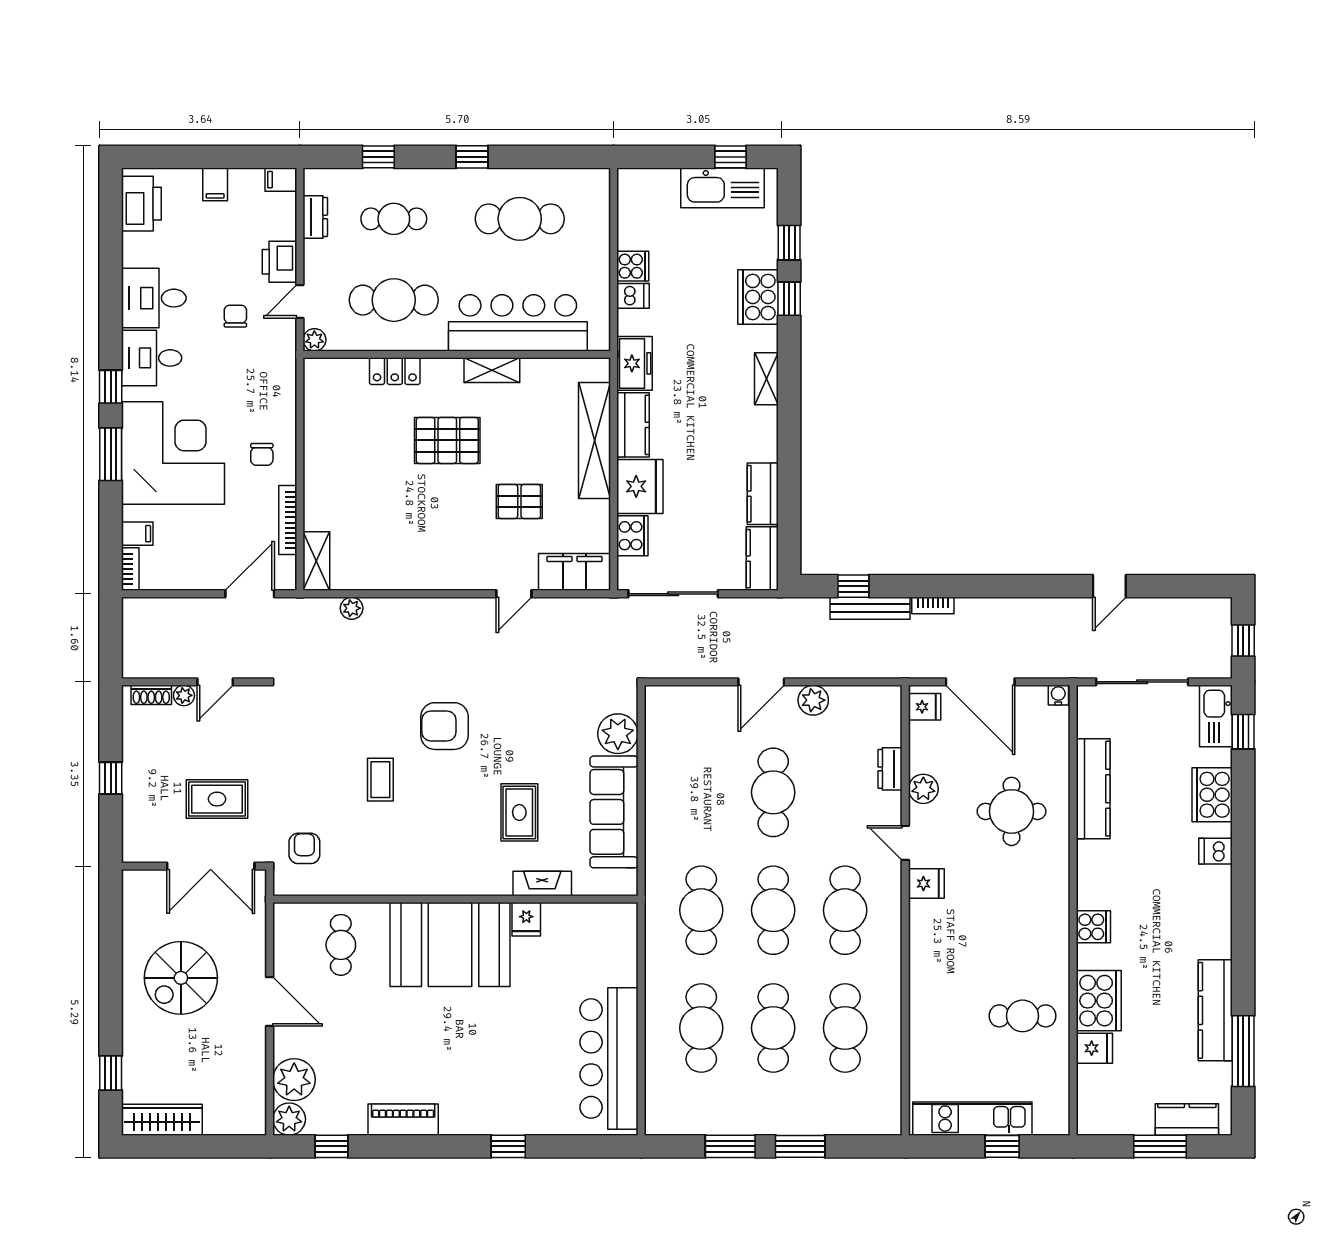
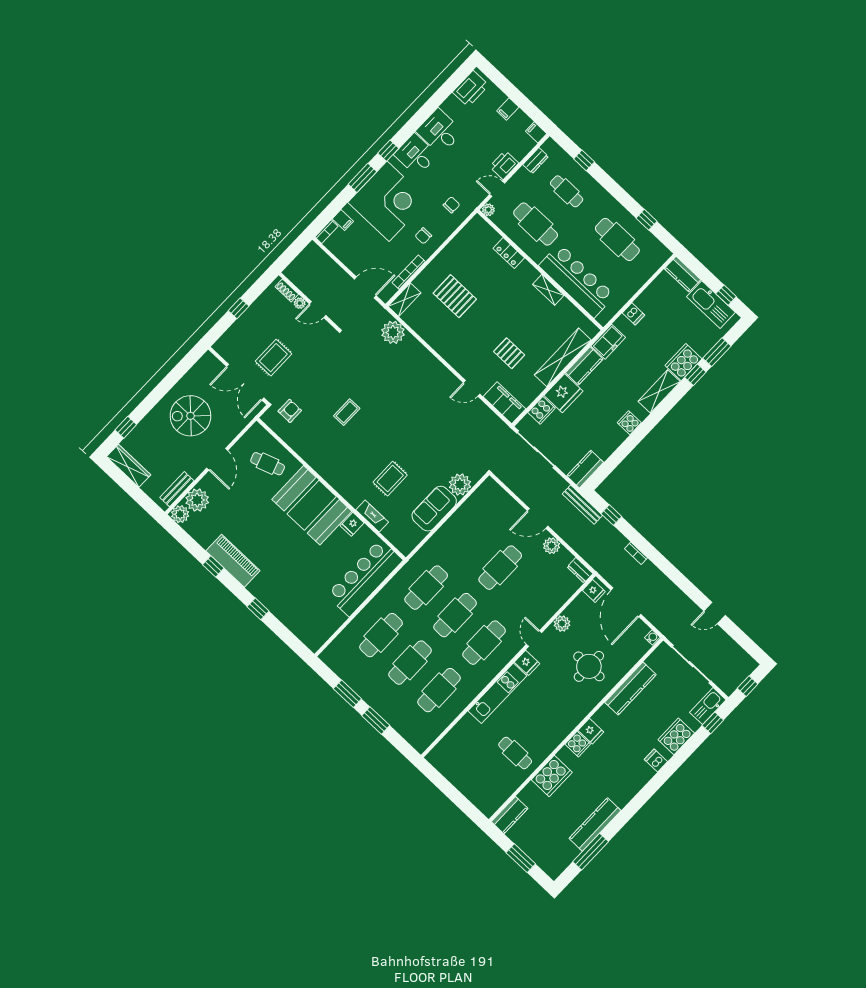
window: (472, 157) -> (647, 220), moved
window: (789, 243) -> (717, 352), width x1.50
cooker: (633, 266) -> (629, 423), moved, turned 180
chair: (235, 316) -> (451, 205), moved
shelving: (766, 379) -> (659, 391), width x1.50, depth x1.33
pallet: (447, 440) -> (455, 296), moved
kitchen counter: (763, 494) -> (683, 274), moved, turned -90
plant: (352, 608) -> (393, 332), width x1.88, depth x1.88
bench: (870, 608) -> (582, 505), moved
armchair: (444, 726) -> (393, 415), removed
dresser: (890, 769) -> (580, 570), moved, turned -90
rug: (217, 799) -> (273, 358), turned 90
sofa: (614, 812) -> (434, 509), width x0.73
cafe table: (341, 945) -> (268, 464), turned 71
fridge: (1094, 1048) -> (591, 731), moved
bar counter: (609, 1058) -> (365, 578), moved
bench: (254, 1091) -> (177, 489), added
kitchen unit: (972, 1119) -> (497, 693), moved, turned 90
kitchen counter: (1187, 1119) -> (510, 815), moved, turned 90
piano: (403, 1120) -> (233, 561), width x1.37, depth x1.33
window: (331, 1146) -> (213, 566), moved
window: (1002, 1146) -> (457, 798), removed

